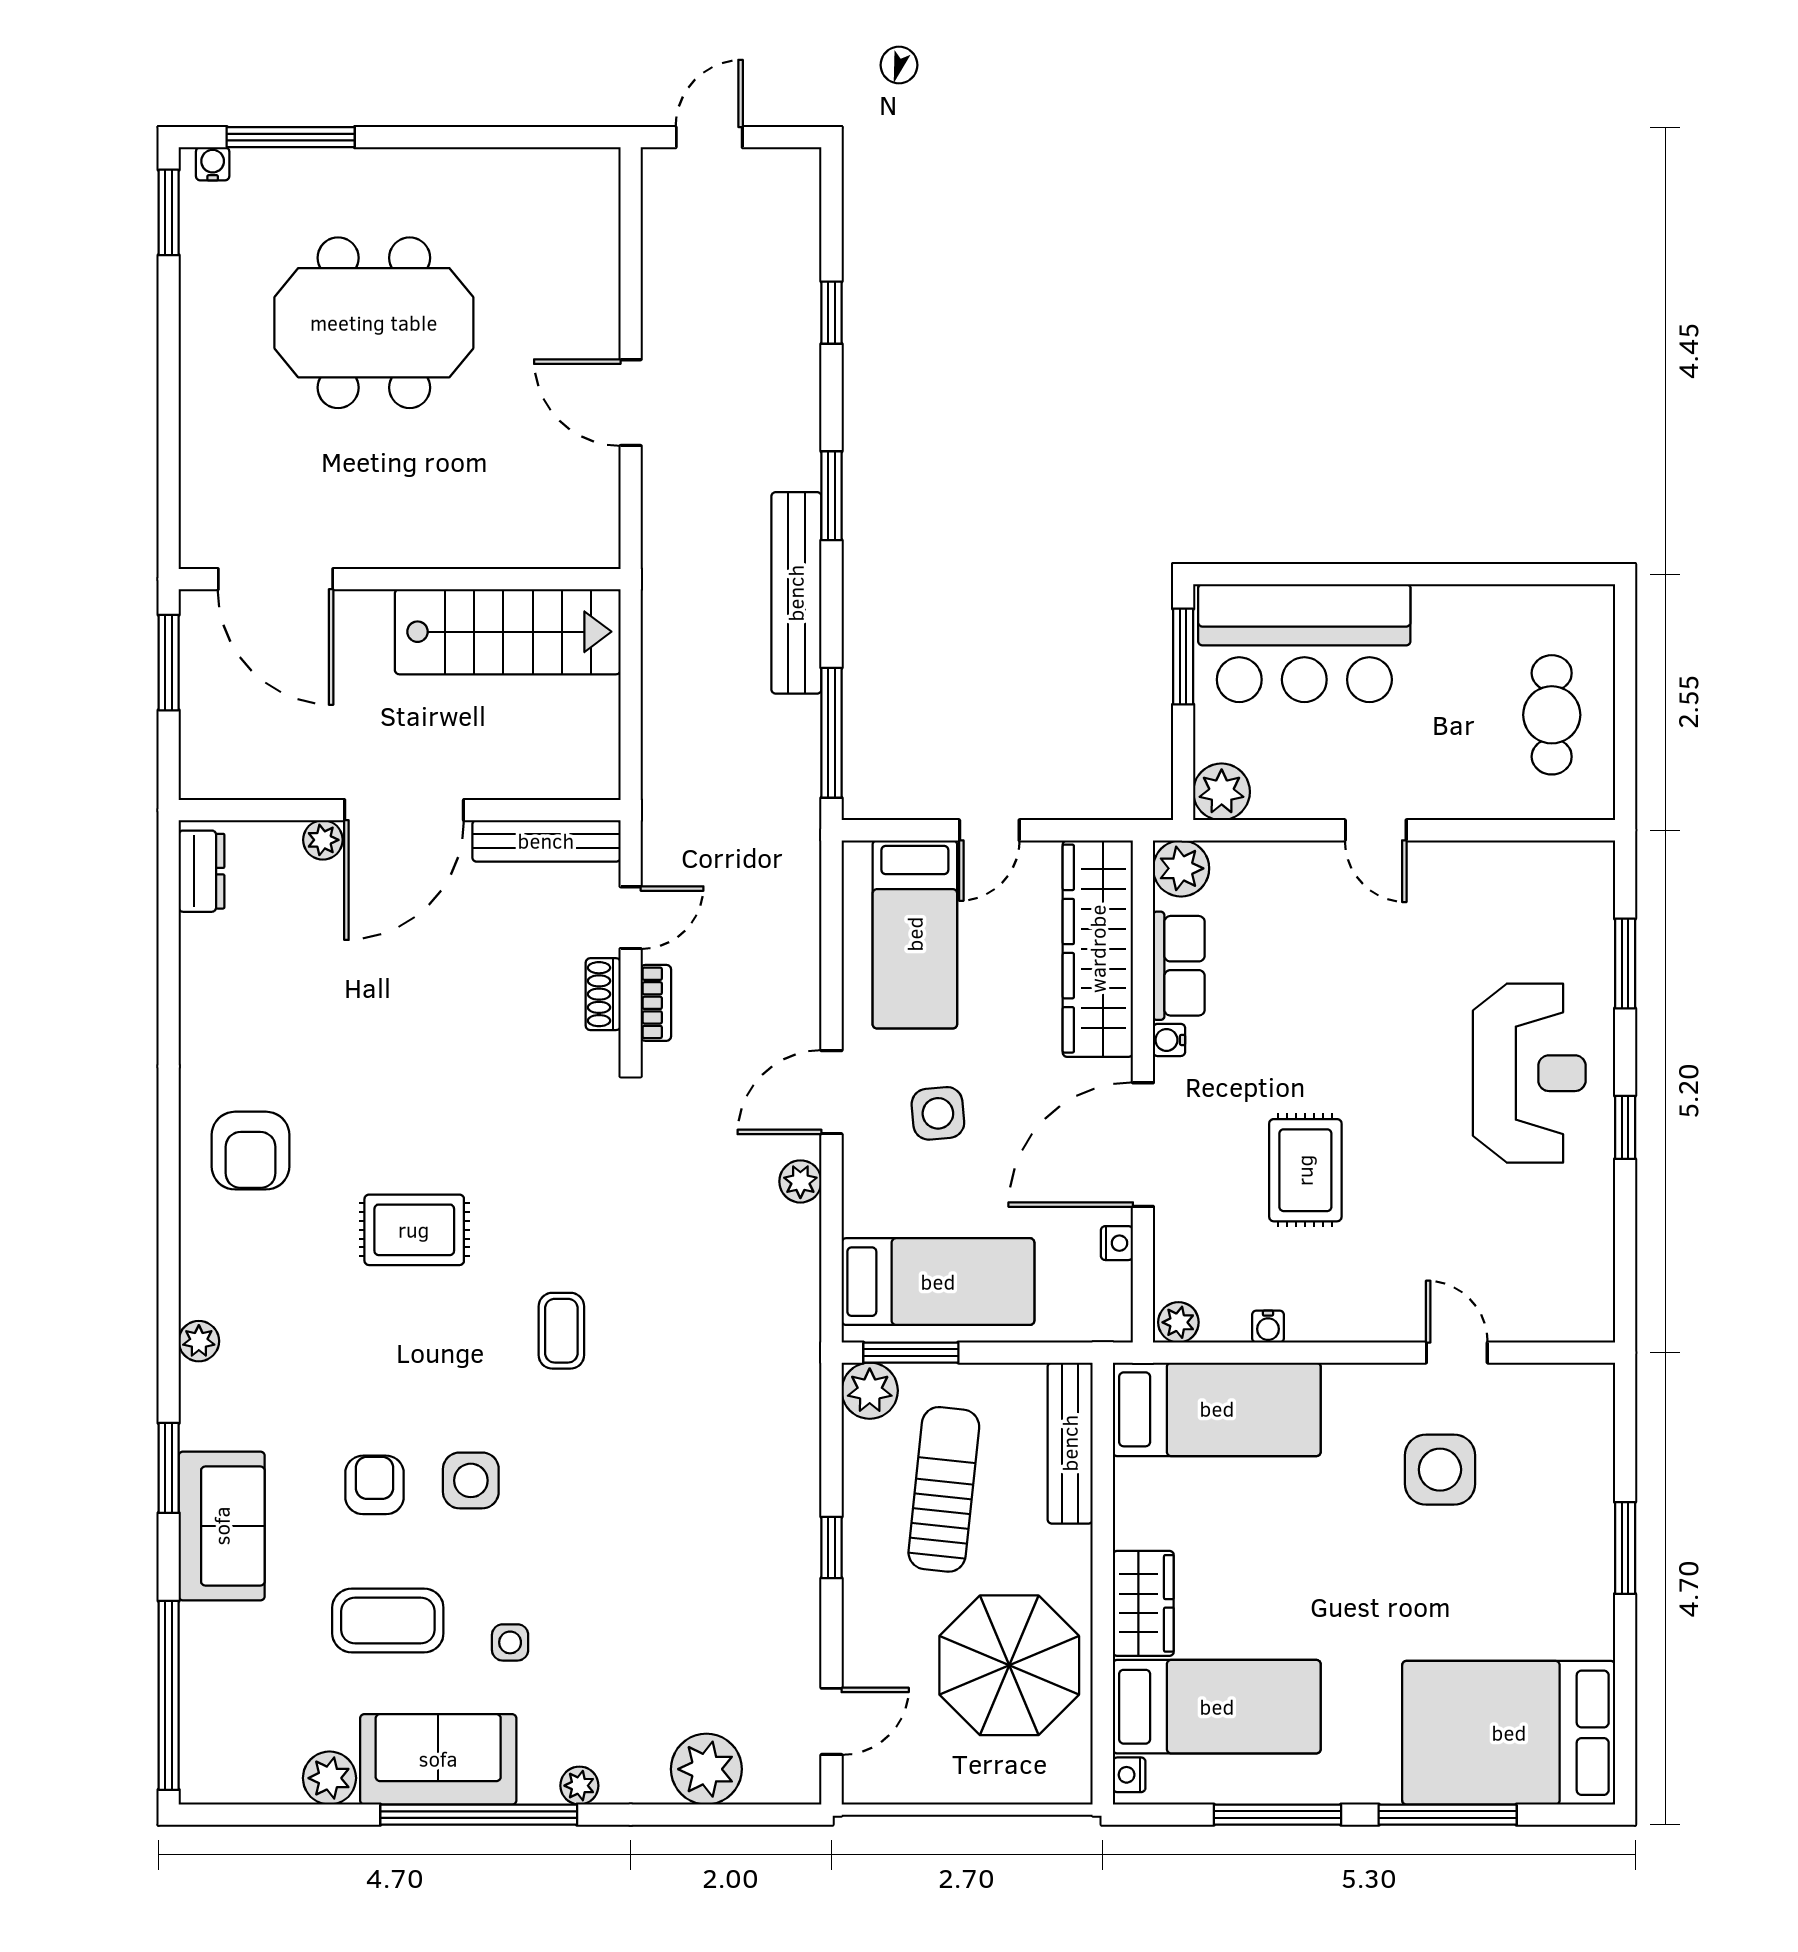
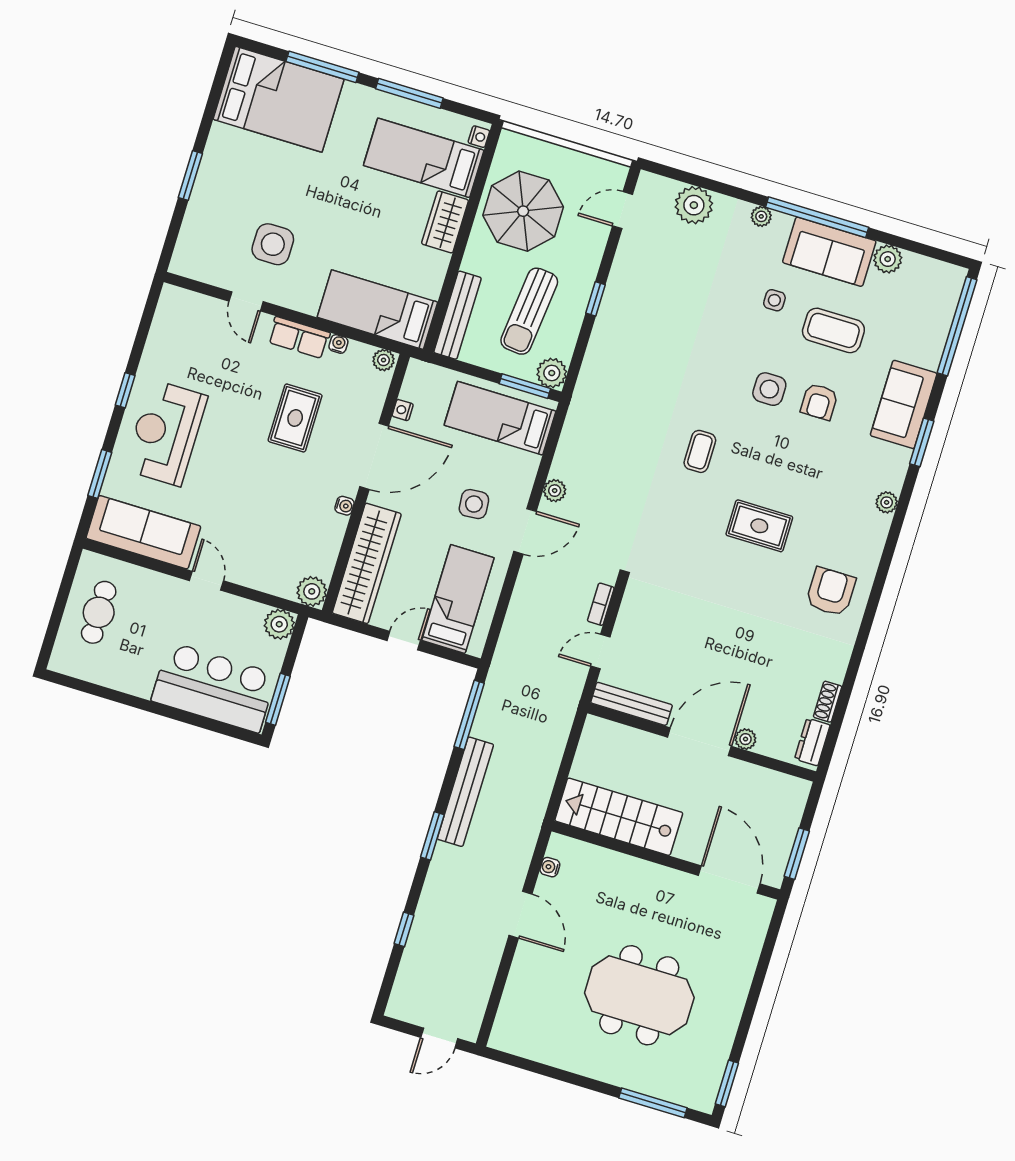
water cooler: (213, 164) -> (550, 867), moved, turned 90
sofa: (1515, 883) -> (143, 532), added
row of seats: (1179, 966) -> (299, 338), moved, turned -90
shoe rack: (603, 994) -> (828, 702), moved, turned 180

